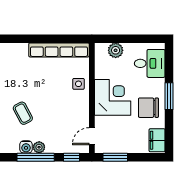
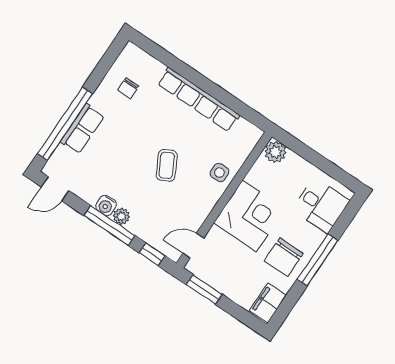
row of seats: (59, 50) -> (199, 99), moved
plant: (116, 50) -> (275, 152), moved
window: (169, 96) -> (317, 260), width x1.44
chair: (148, 108) -> (284, 257), turned -90
coffee table: (23, 113) -> (167, 165), moved

